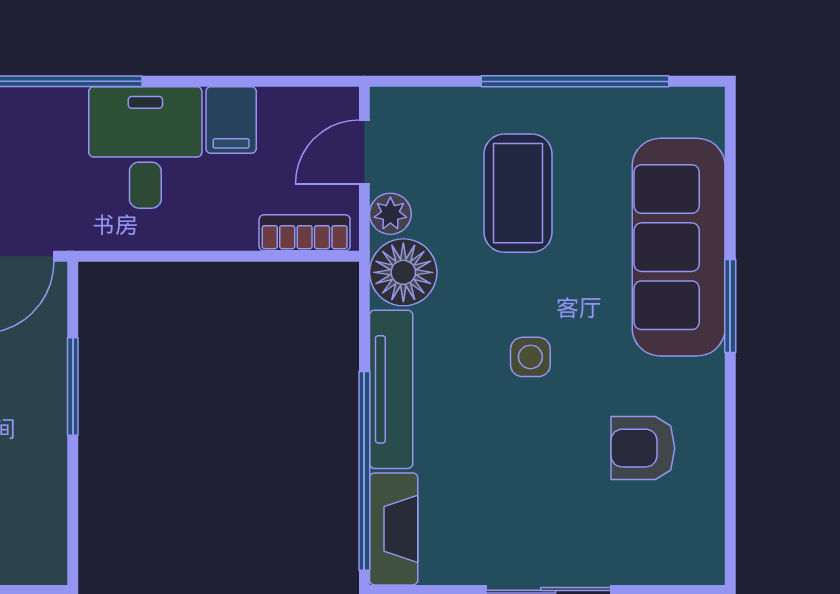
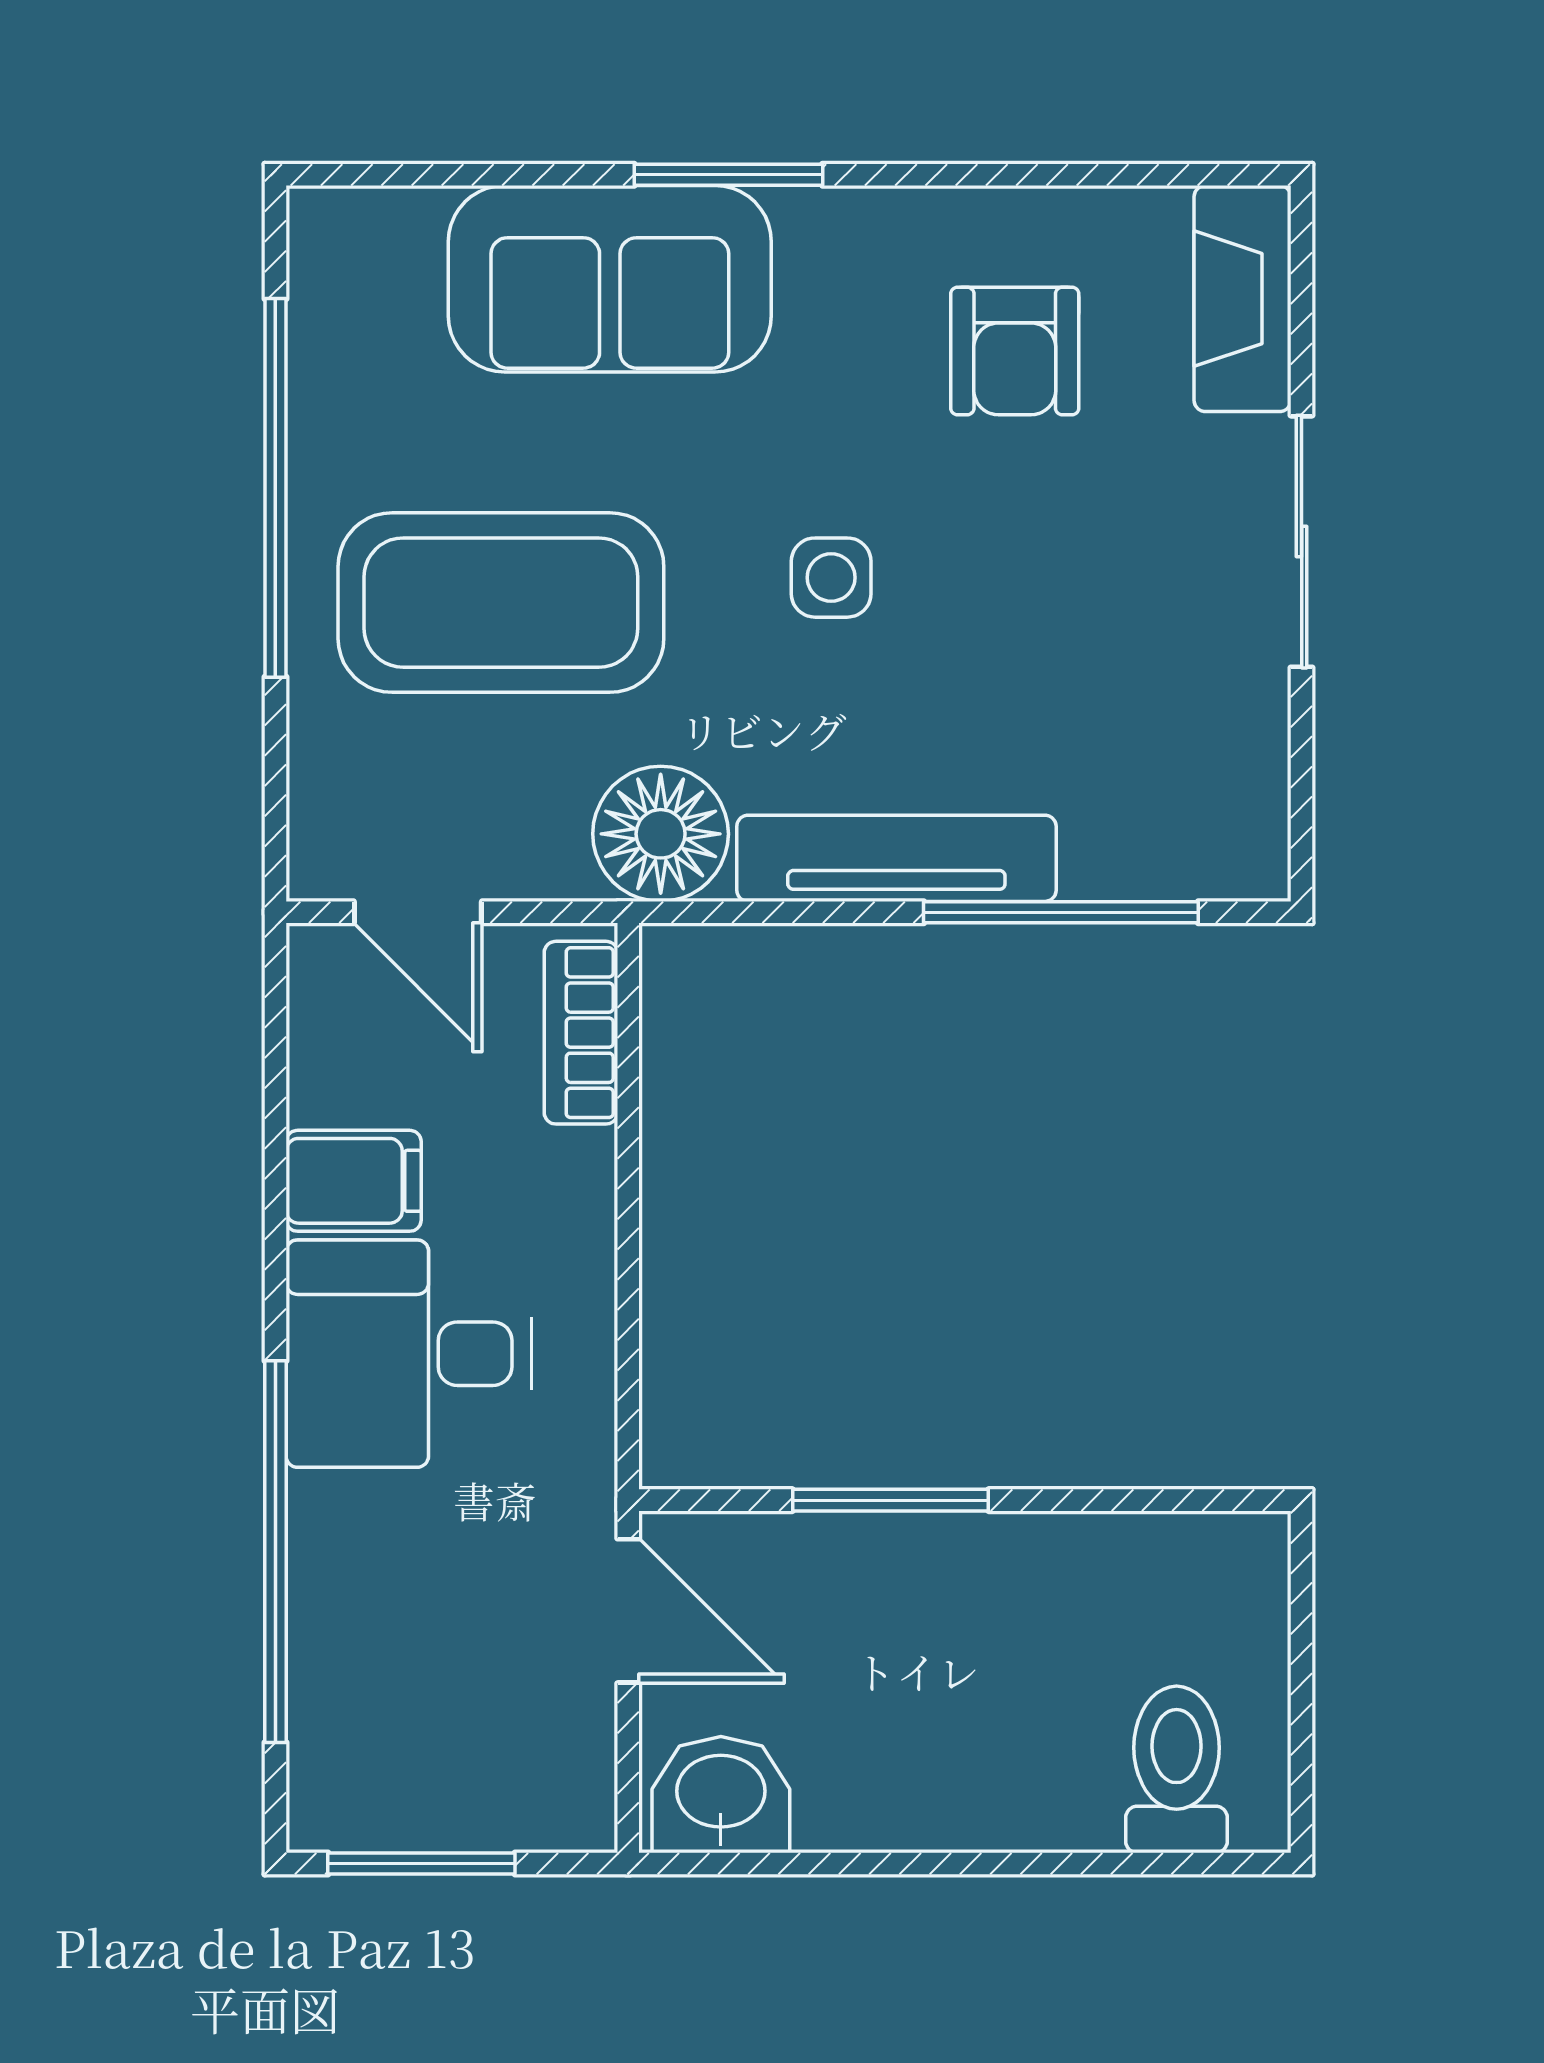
coffee table: (518, 193) -> (501, 603), width x1.36, depth x1.32
plant: (390, 214) -> (543, 860), removed
sofa: (679, 247) -> (610, 279), width x0.73
window: (364, 471) -> (1061, 912), width x0.68
fireplace: (394, 529) -> (1243, 299), moved, turned -90

